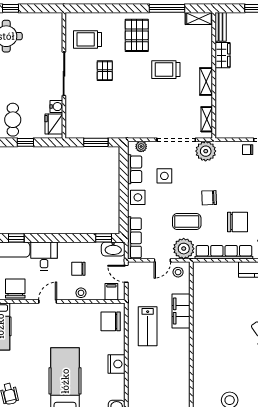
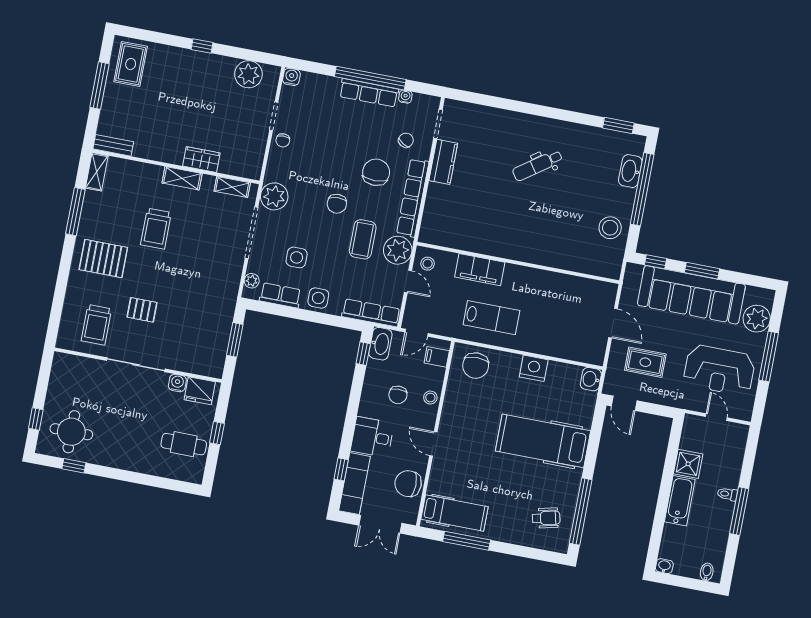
wardrobe: (222, 55) -> (201, 159), moved

